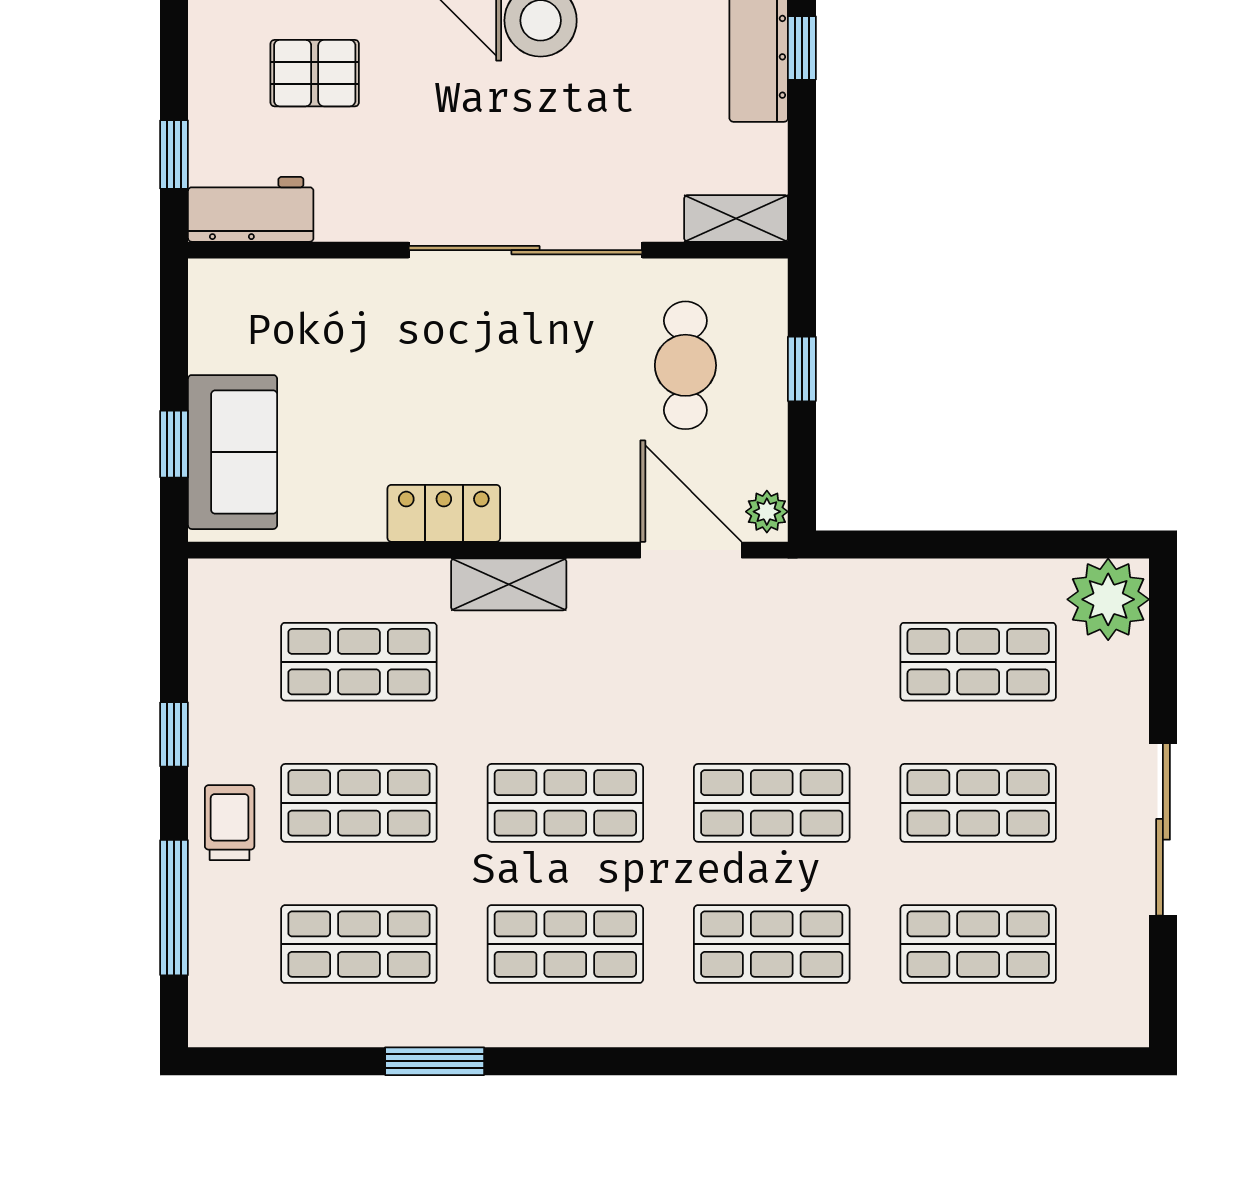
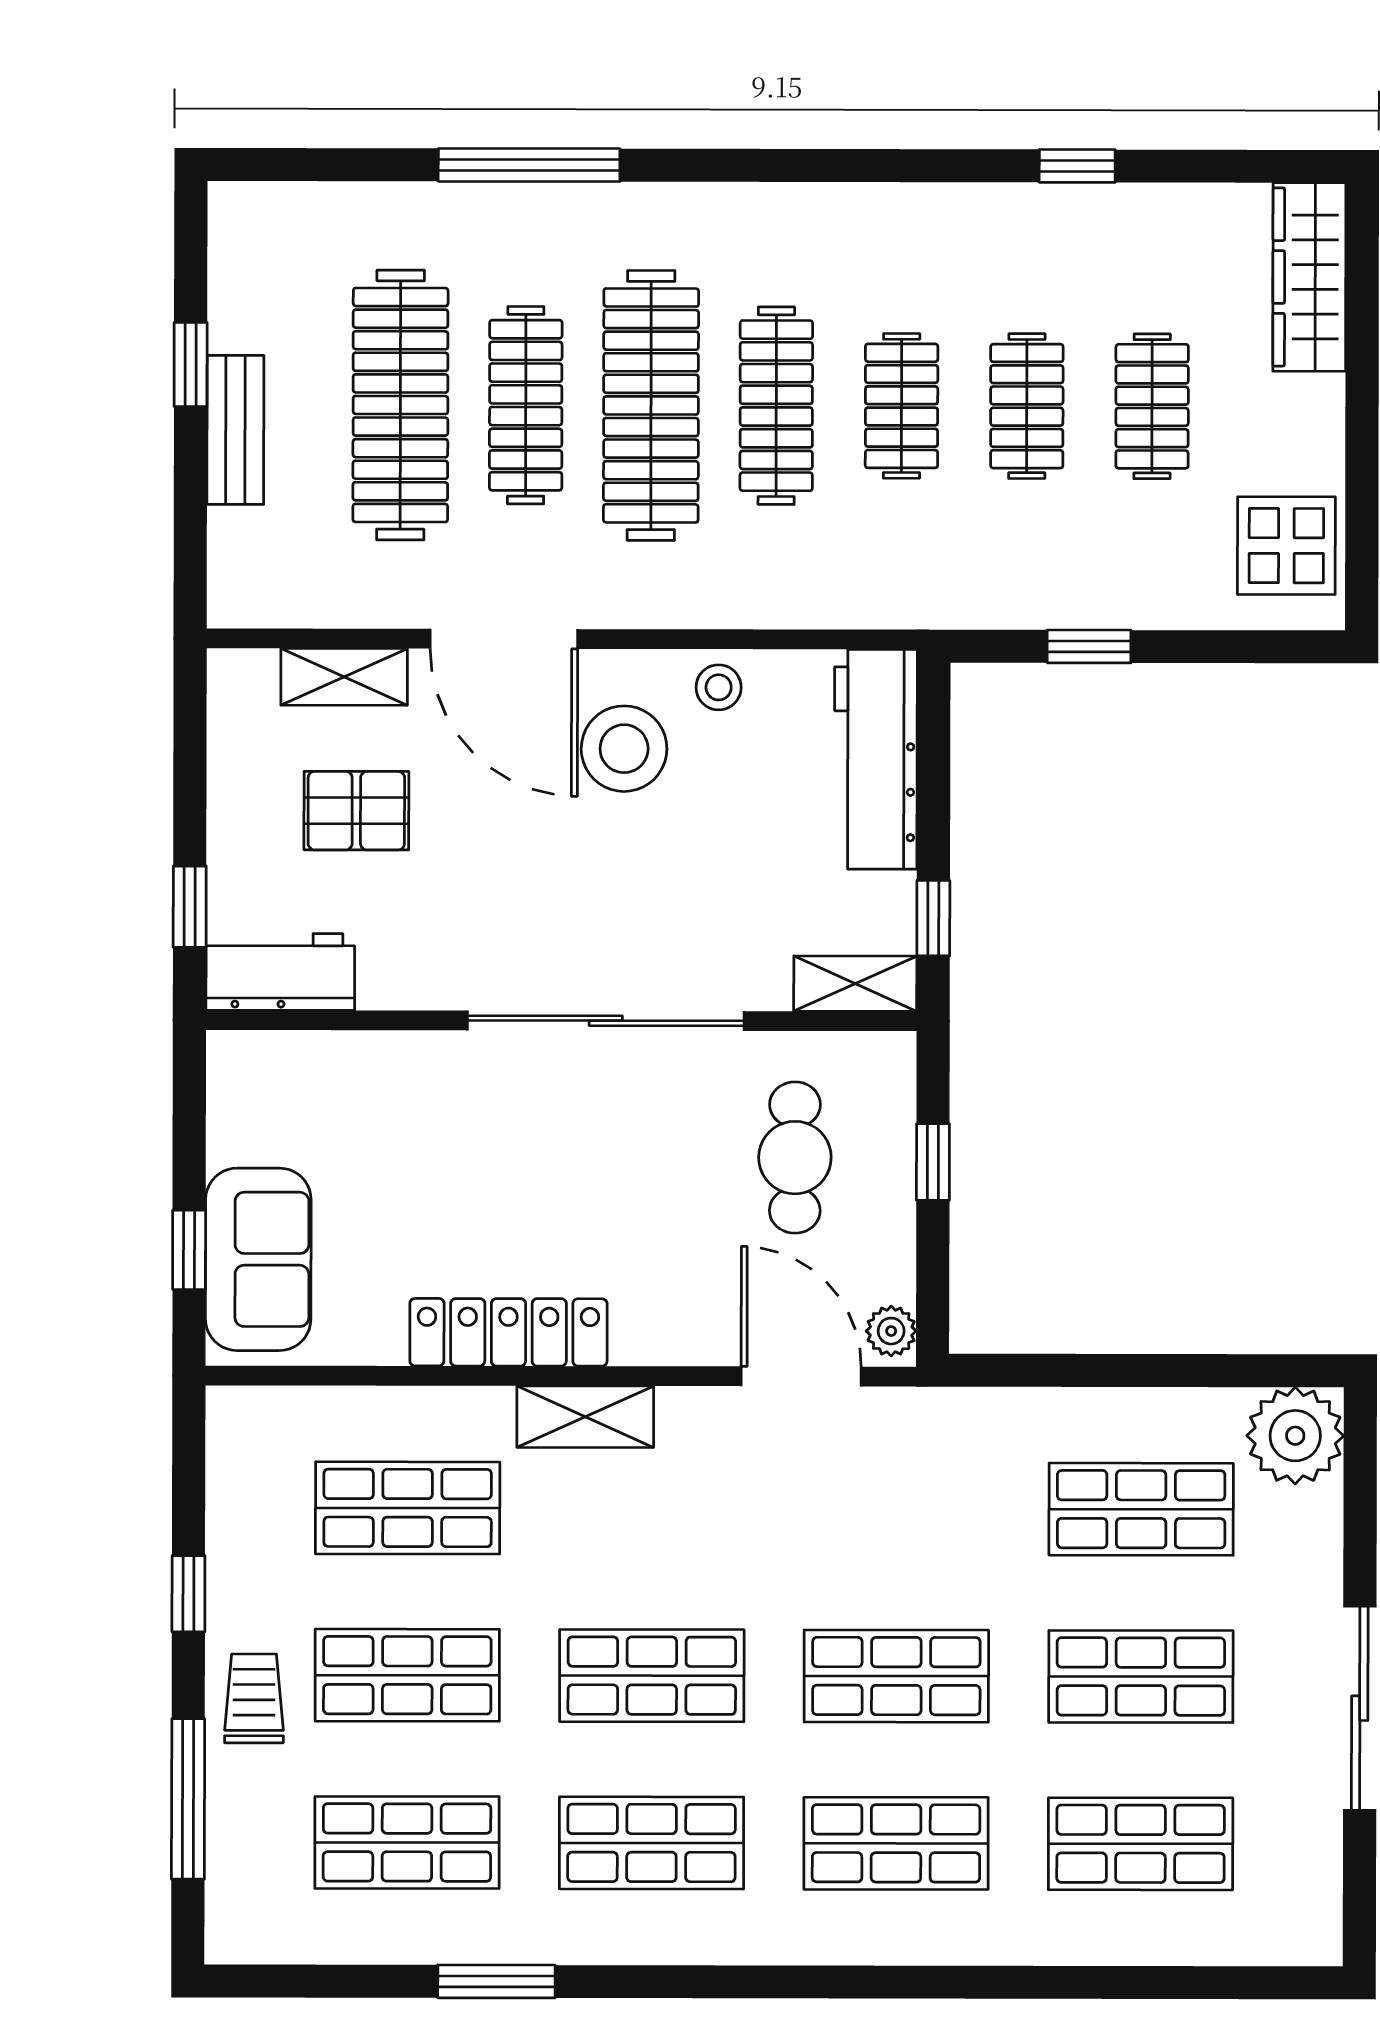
window: (802, 48) -> (933, 918), moved
locker: (444, 513) -> (508, 1332), width x1.53

